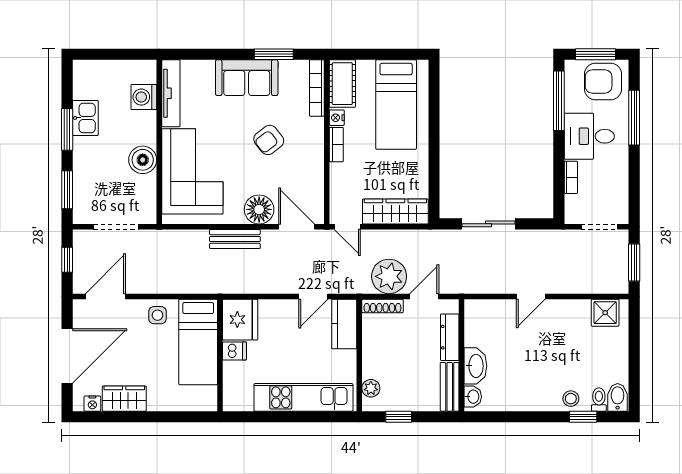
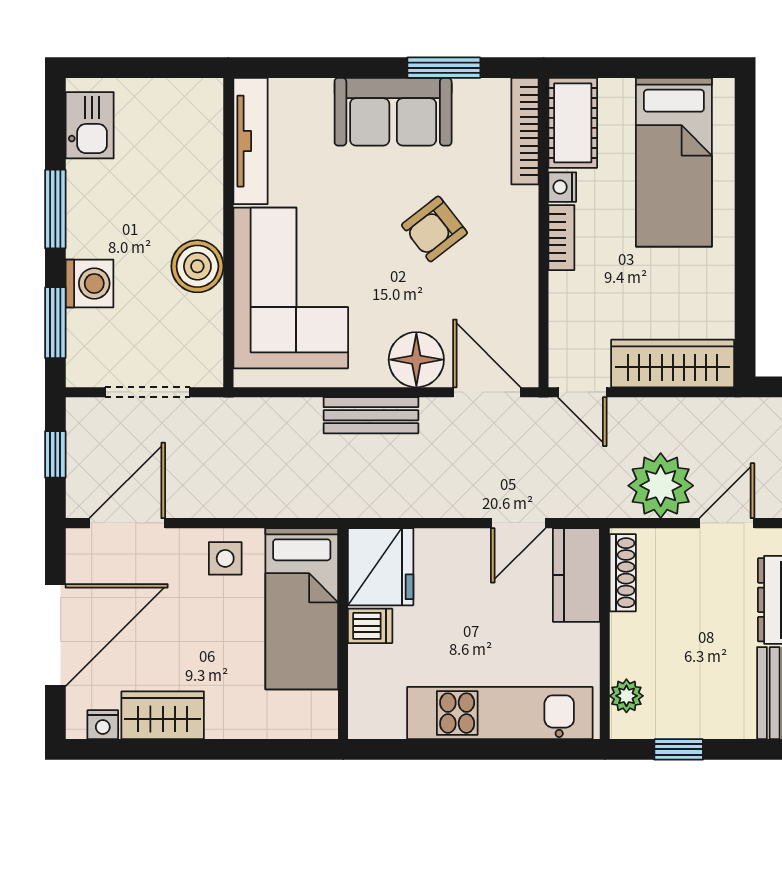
washing machine: (144, 97) -> (89, 283), moved, turned 180
kitchen sink: (85, 118) -> (90, 125), moved
shoe rack: (382, 306) -> (623, 573), moved, turned -90

